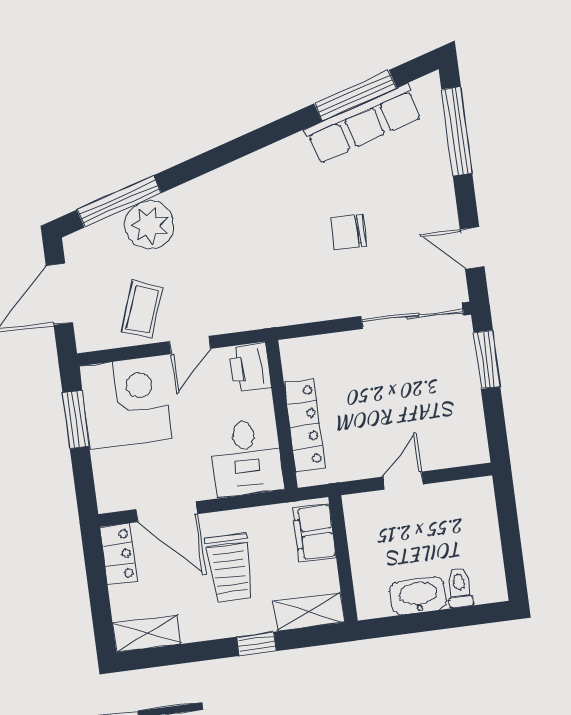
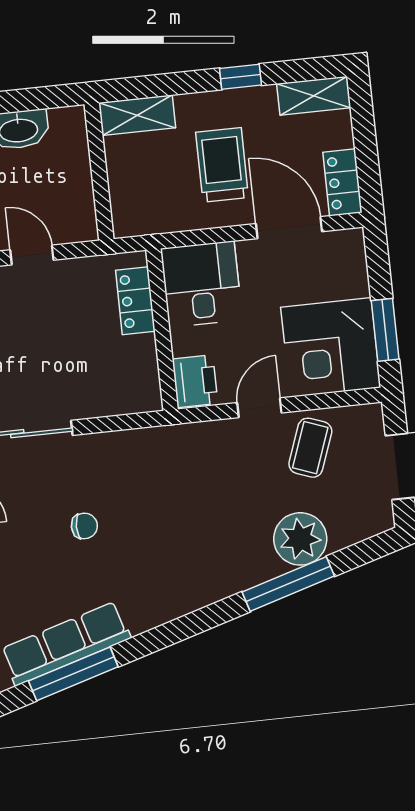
window: (119, 201) -> (288, 584), moved
chair: (348, 232) -> (84, 526), width x0.73, depth x0.73
locker: (305, 425) -> (135, 301), width x0.66
door: (403, 481) -> (32, 255), swing flipped
filing cabinet: (314, 533) -> (129, 201), removed
window: (257, 644) -> (240, 77), moved

